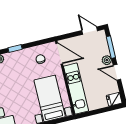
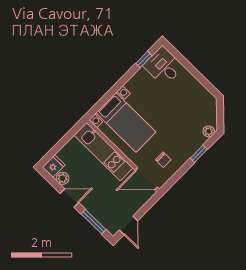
door: (90, 31) -> (128, 225), hinge flipped
plant: (107, 60) -> (63, 178), moved

